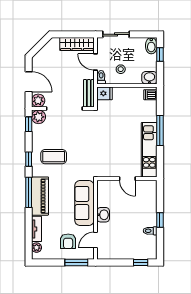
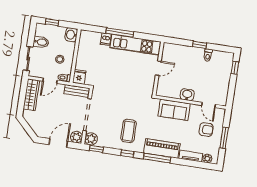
bidet: (151, 46) -> (41, 42), moved
dishwasher: (150, 95) -> (106, 39), moved
sofa: (84, 203) -> (174, 110), width x0.73
window: (76, 263) -> (224, 138), moved

